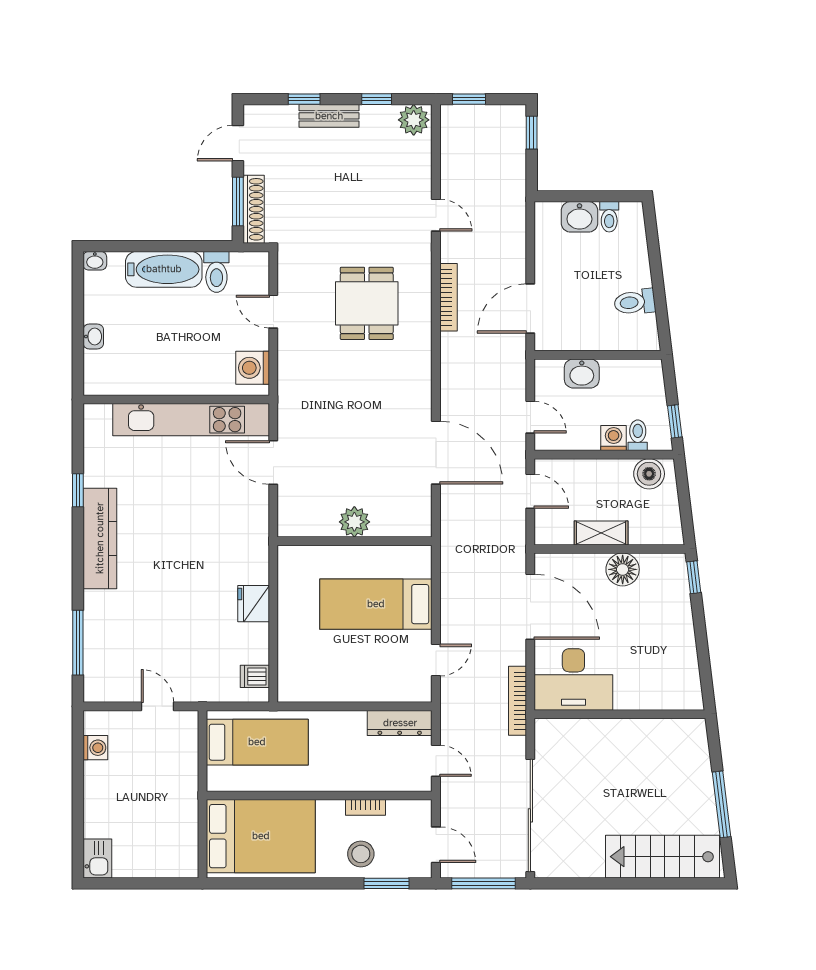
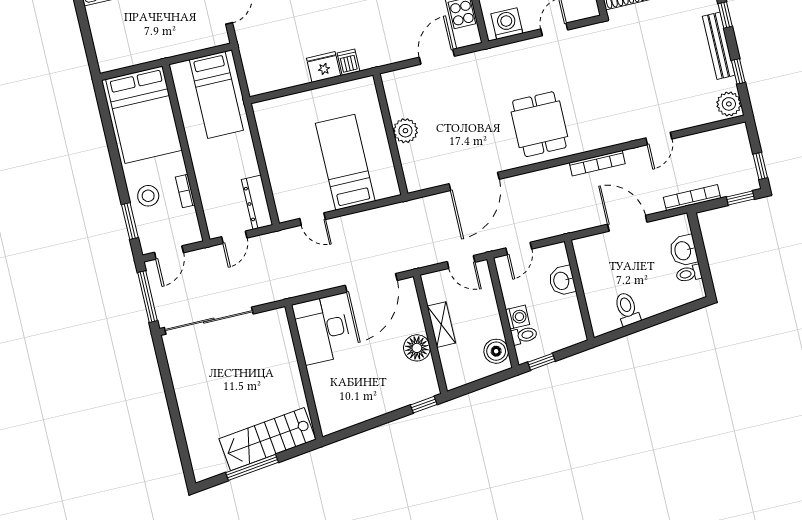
window: (469, 99) -> (760, 166), moved
bench: (329, 116) -> (719, 46), width x1.36
dining table: (367, 303) -> (539, 124), moved, turned 90
door: (530, 309) -> (627, 223), moved
door: (530, 491) -> (461, 262), hinge flipped
dishwasher: (255, 676) -> (348, 62), moved
bookcase: (517, 701) -> (692, 198), moved
stairs: (663, 857) -> (267, 439), moved, turned -97

